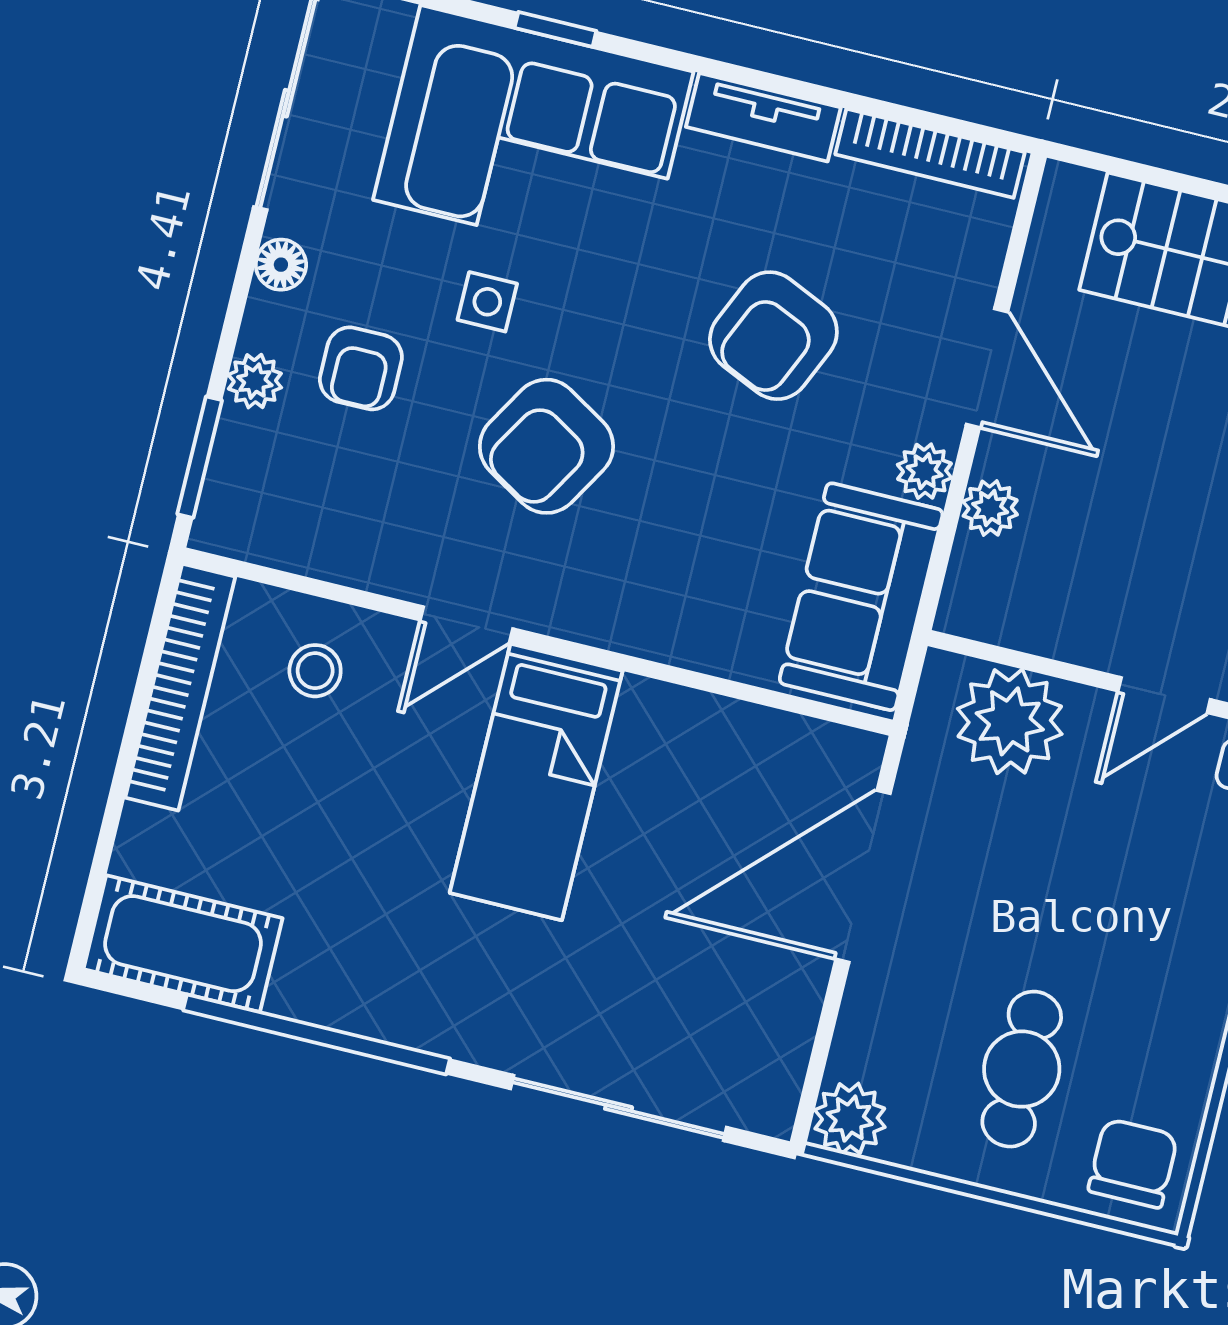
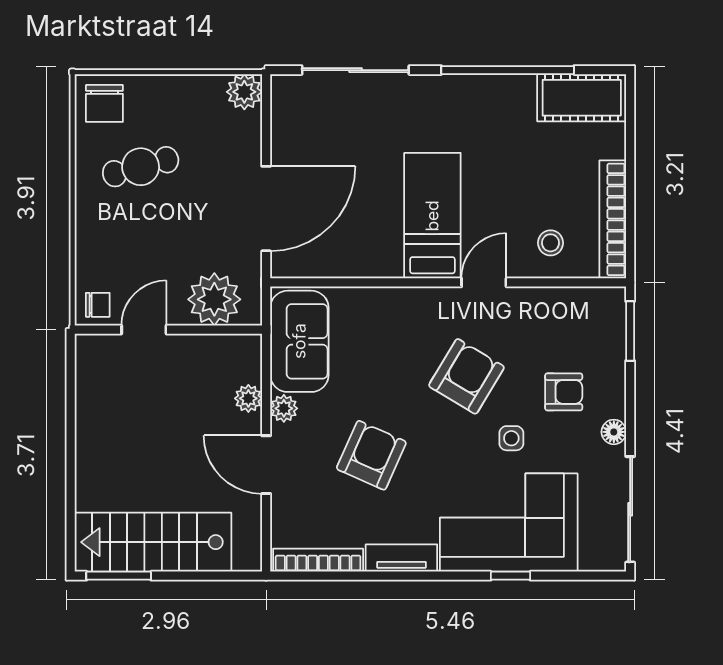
armchair: (361, 368) -> (564, 392), turned 90
plant: (255, 381) -> (613, 374), removed
cafe table: (1022, 1069) -> (141, 167), moved, turned 75

